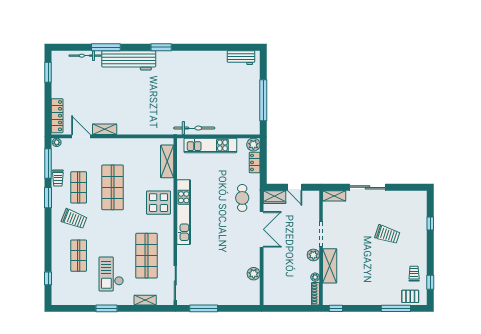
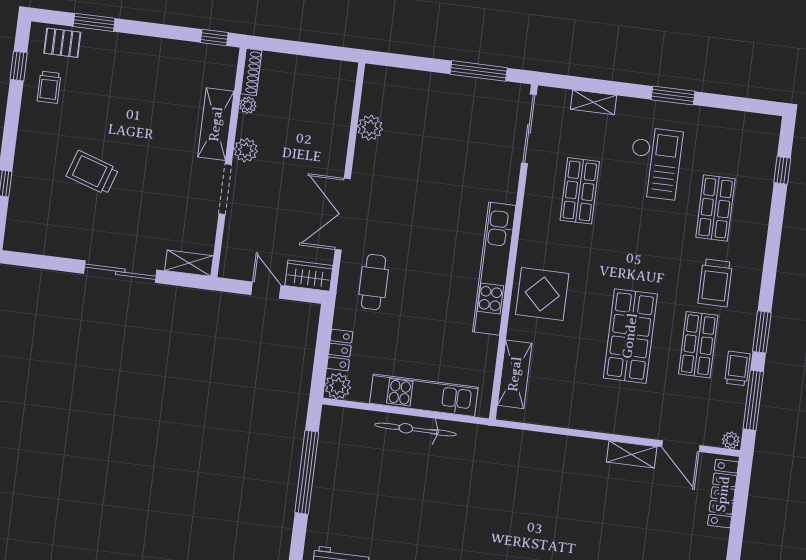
bicycle: (194, 128) -> (416, 430), moved
trolley: (74, 219) -> (715, 283), turned -111
shop shelf: (146, 256) -> (580, 191), width x0.70, depth x0.74
window: (396, 308) -> (94, 22), width x0.69

